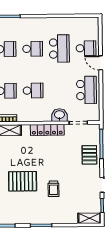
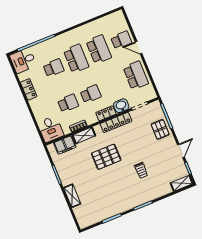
school desk: (33, 49) -> (76, 59), width x1.85
locker: (41, 116) -> (106, 113), added
pallet: (23, 181) -> (106, 157), moved

